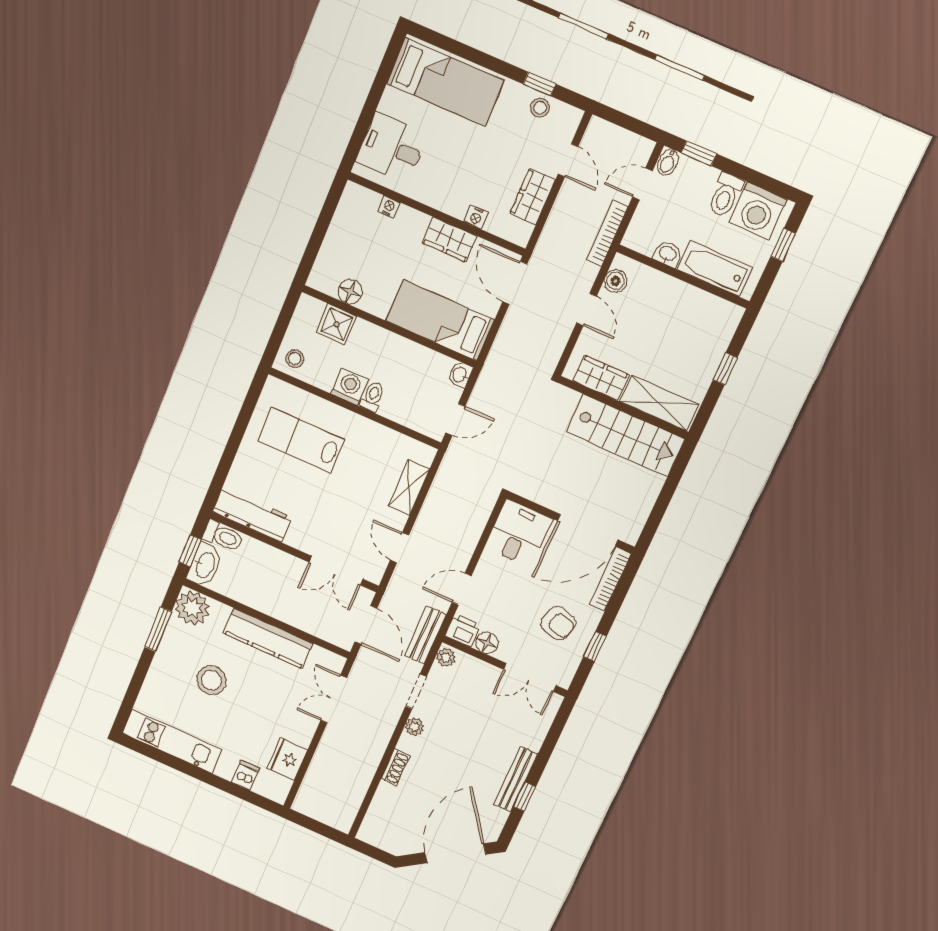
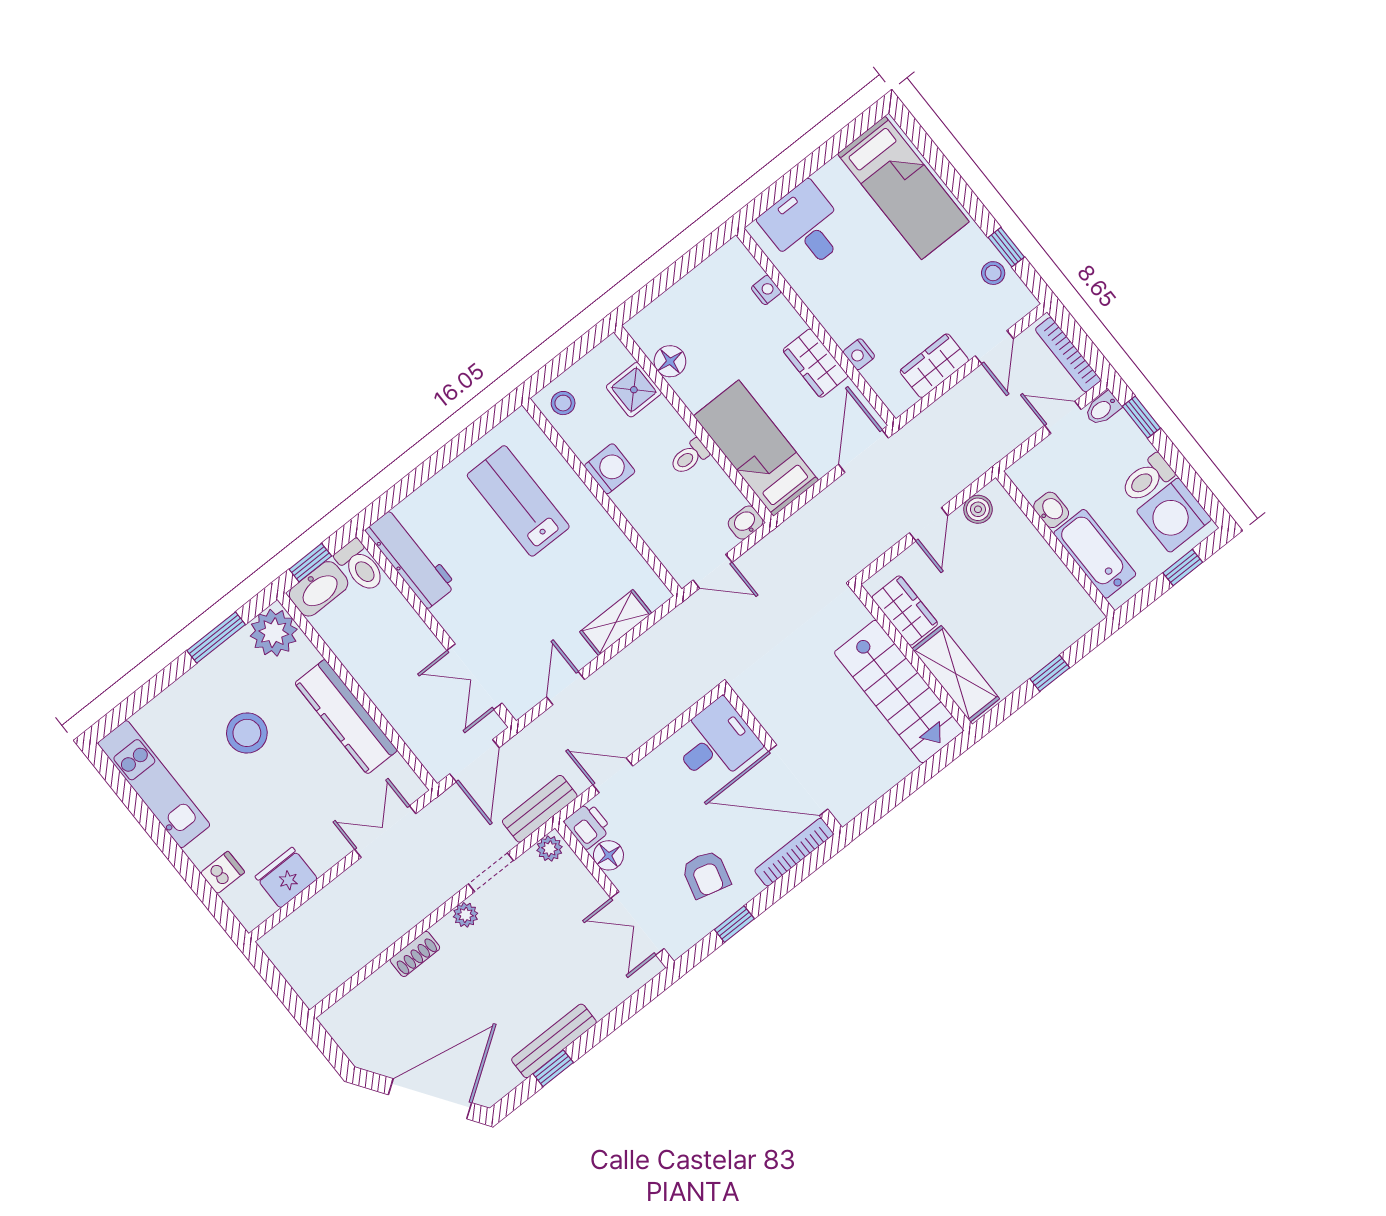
bookcase: (607, 234) -> (1068, 355), moved, turned -90
toilet: (372, 397) -> (689, 457), moved, turned 180

